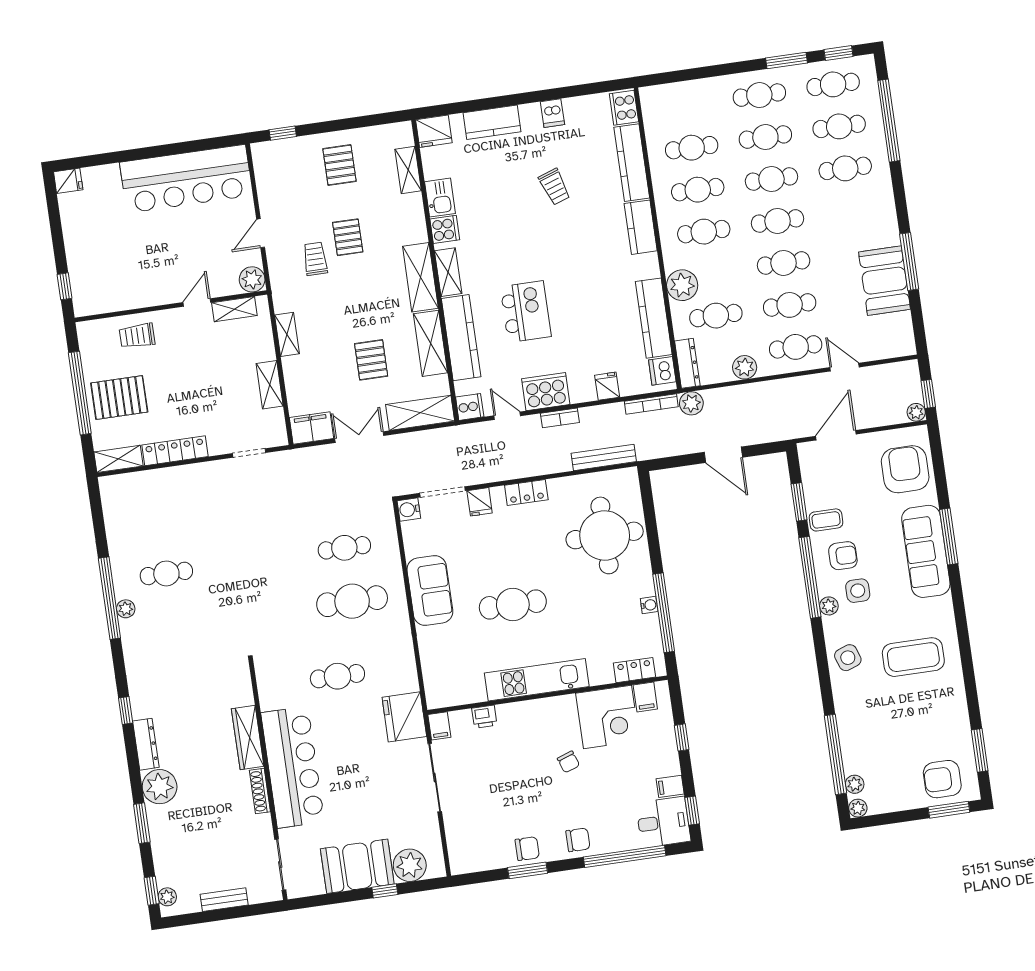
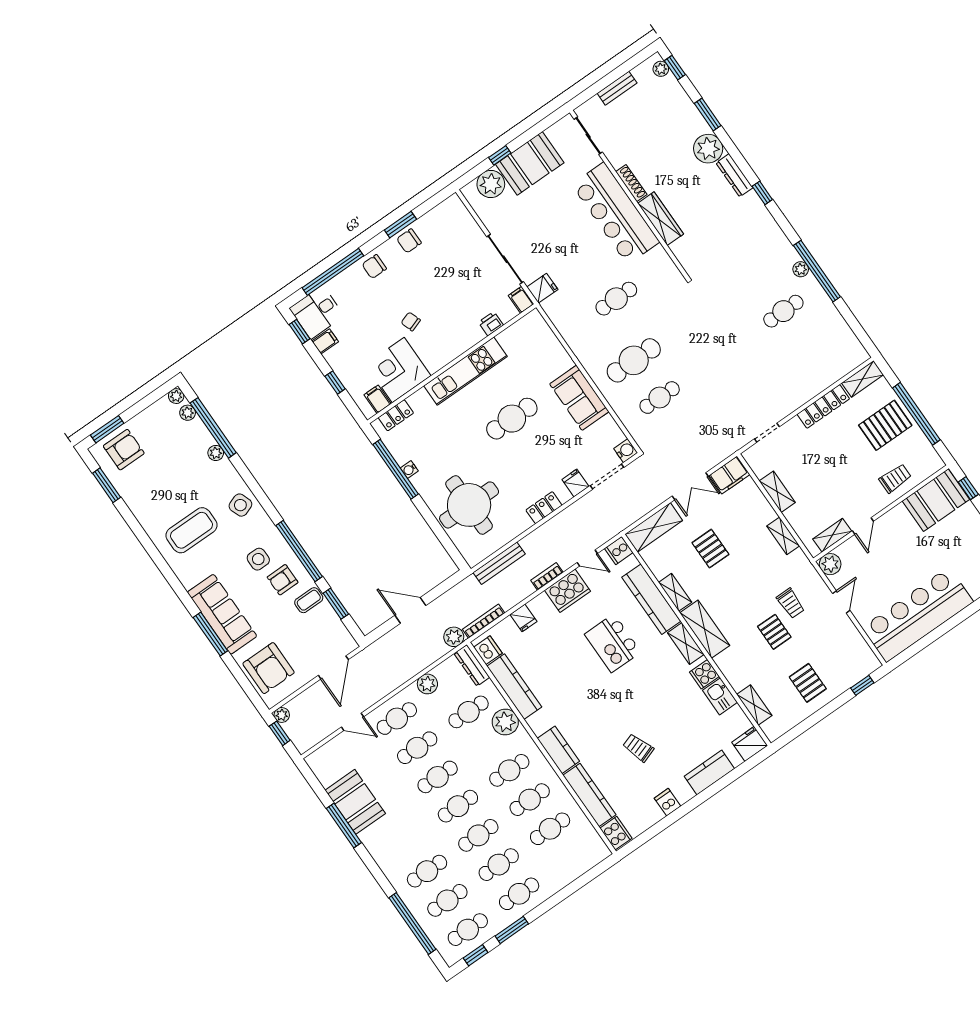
booth: (105, 291) -> (936, 500), added
shelving: (431, 343) -> (675, 592), width x0.67, depth x0.75
plant: (829, 606) -> (216, 453), moved
fridge: (404, 717) -> (542, 288), width x0.53, depth x0.75

